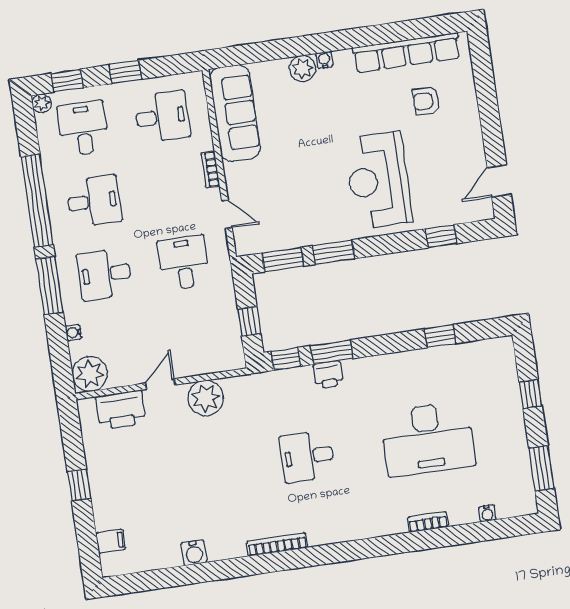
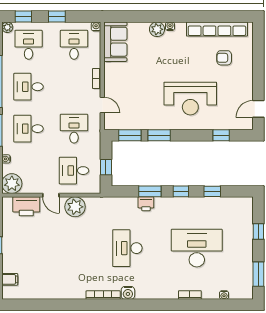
water cooler: (196, 79) -> (96, 26), added
sofa: (235, 113) -> (115, 42), width x0.73
desk: (162, 117) -> (74, 45), turned -90
reception desk: (378, 180) -> (190, 99), turned -90
desk: (94, 201) -> (29, 87), turned 180
desk: (195, 335) -> (74, 171), added
window: (286, 359) -> (181, 191), moved
door: (161, 384) -> (51, 195), swing flipped
desk: (428, 439) -> (197, 248), turned 180
desk: (307, 456) -> (127, 248), width x1.37
water cooler: (194, 553) -> (128, 293), moved

